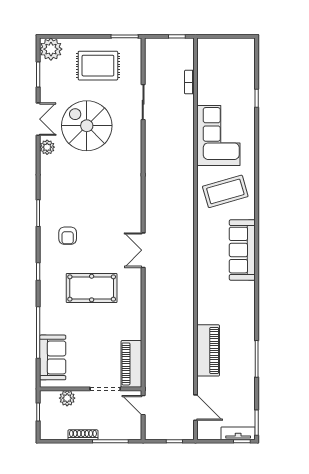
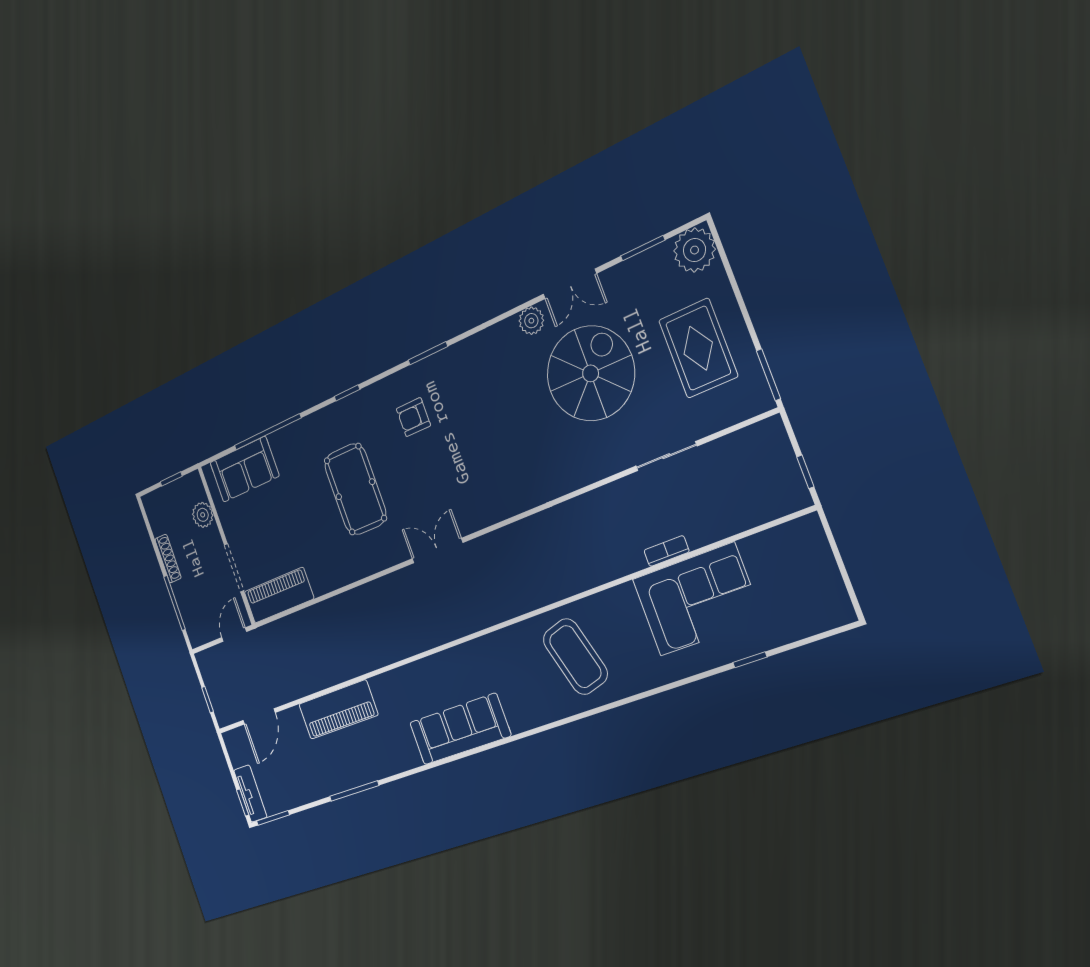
bookcase: (189, 82) -> (667, 551), moved
corner sofa: (218, 136) -> (697, 599), moved
sofa: (242, 250) -> (460, 729), moved

